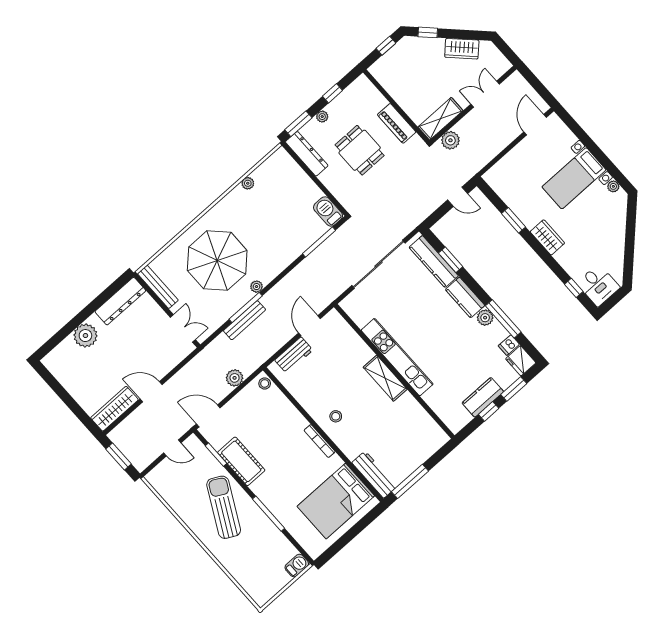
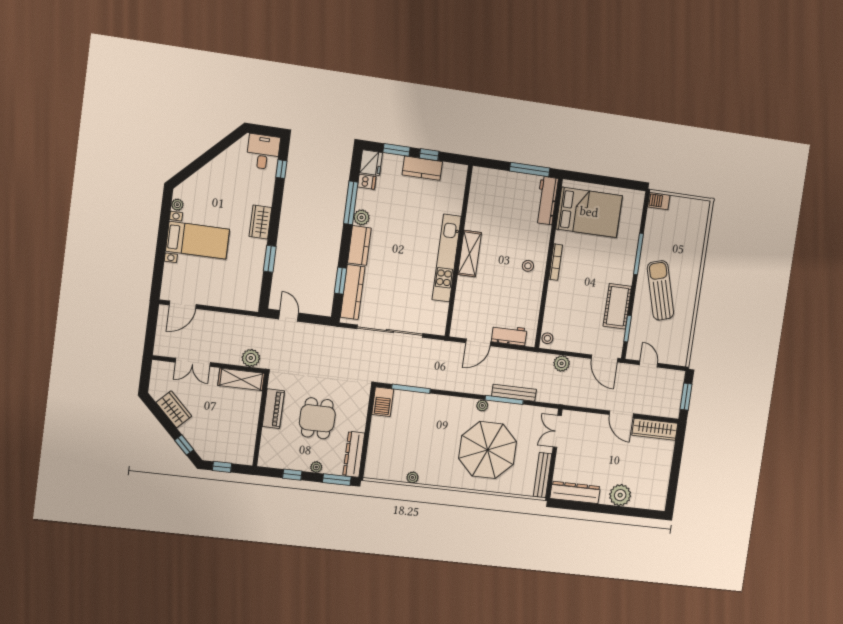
sun lounger: (224, 507) -> (660, 290), turned 136

